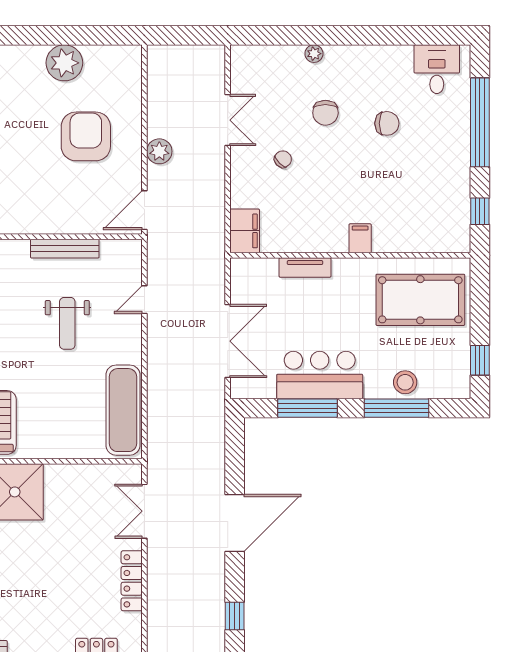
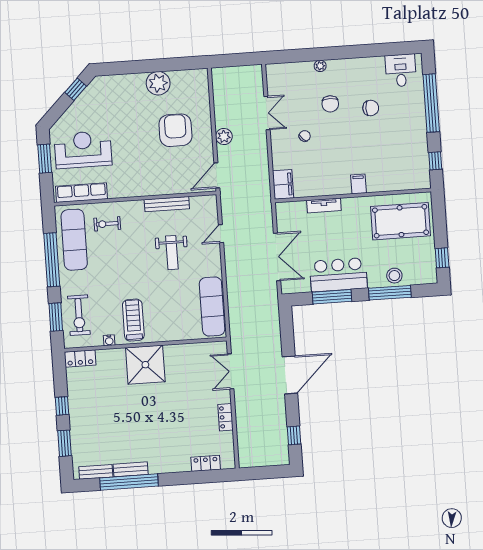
locker: (132, 581) -> (225, 417), width x0.66

